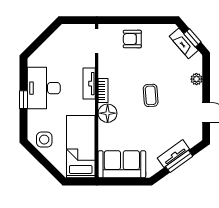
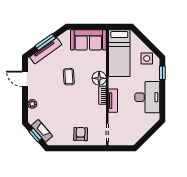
armchair: (132, 39) -> (81, 134), turned -89
coffee table: (151, 95) -> (69, 77), moved
window: (23, 100) -> (162, 73), moved
tv unit: (173, 154) -> (46, 51), width x1.41

